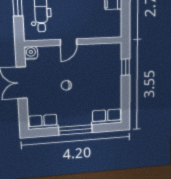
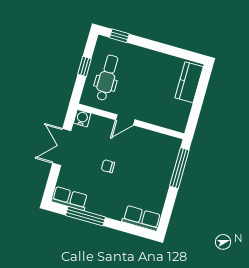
window: (126, 67) -> (179, 168), width x2.17
window: (75, 130) -> (85, 216), moved

